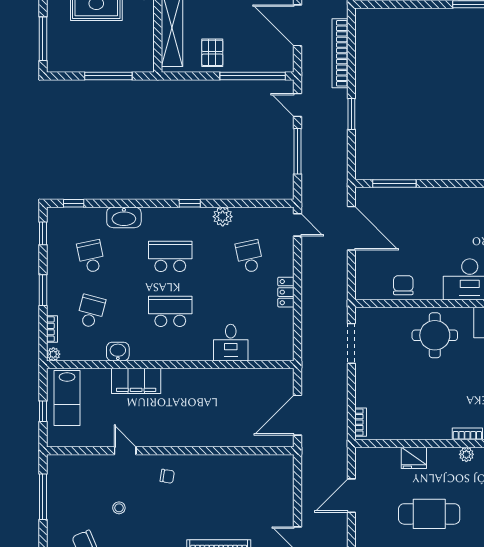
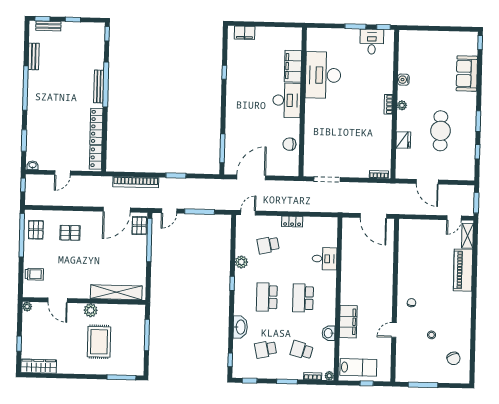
pallet: (212, 53) -> (139, 226), moved, turned 90
round table: (435, 335) -> (323, 124), removed

